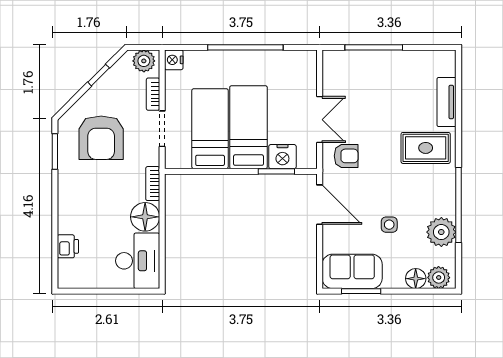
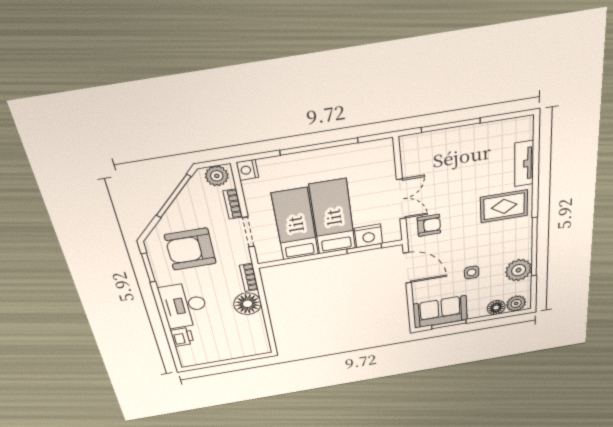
window: (99, 75) -> (173, 196), width x2.17
armchair: (101, 138) -> (190, 249), turned 90
desk: (138, 261) -> (184, 305), moved, turned 180

